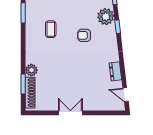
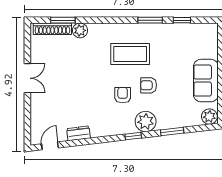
armchair: (76, 14) -> (149, 85), added
coffee table: (51, 29) -> (130, 54), width x1.86, depth x1.72

